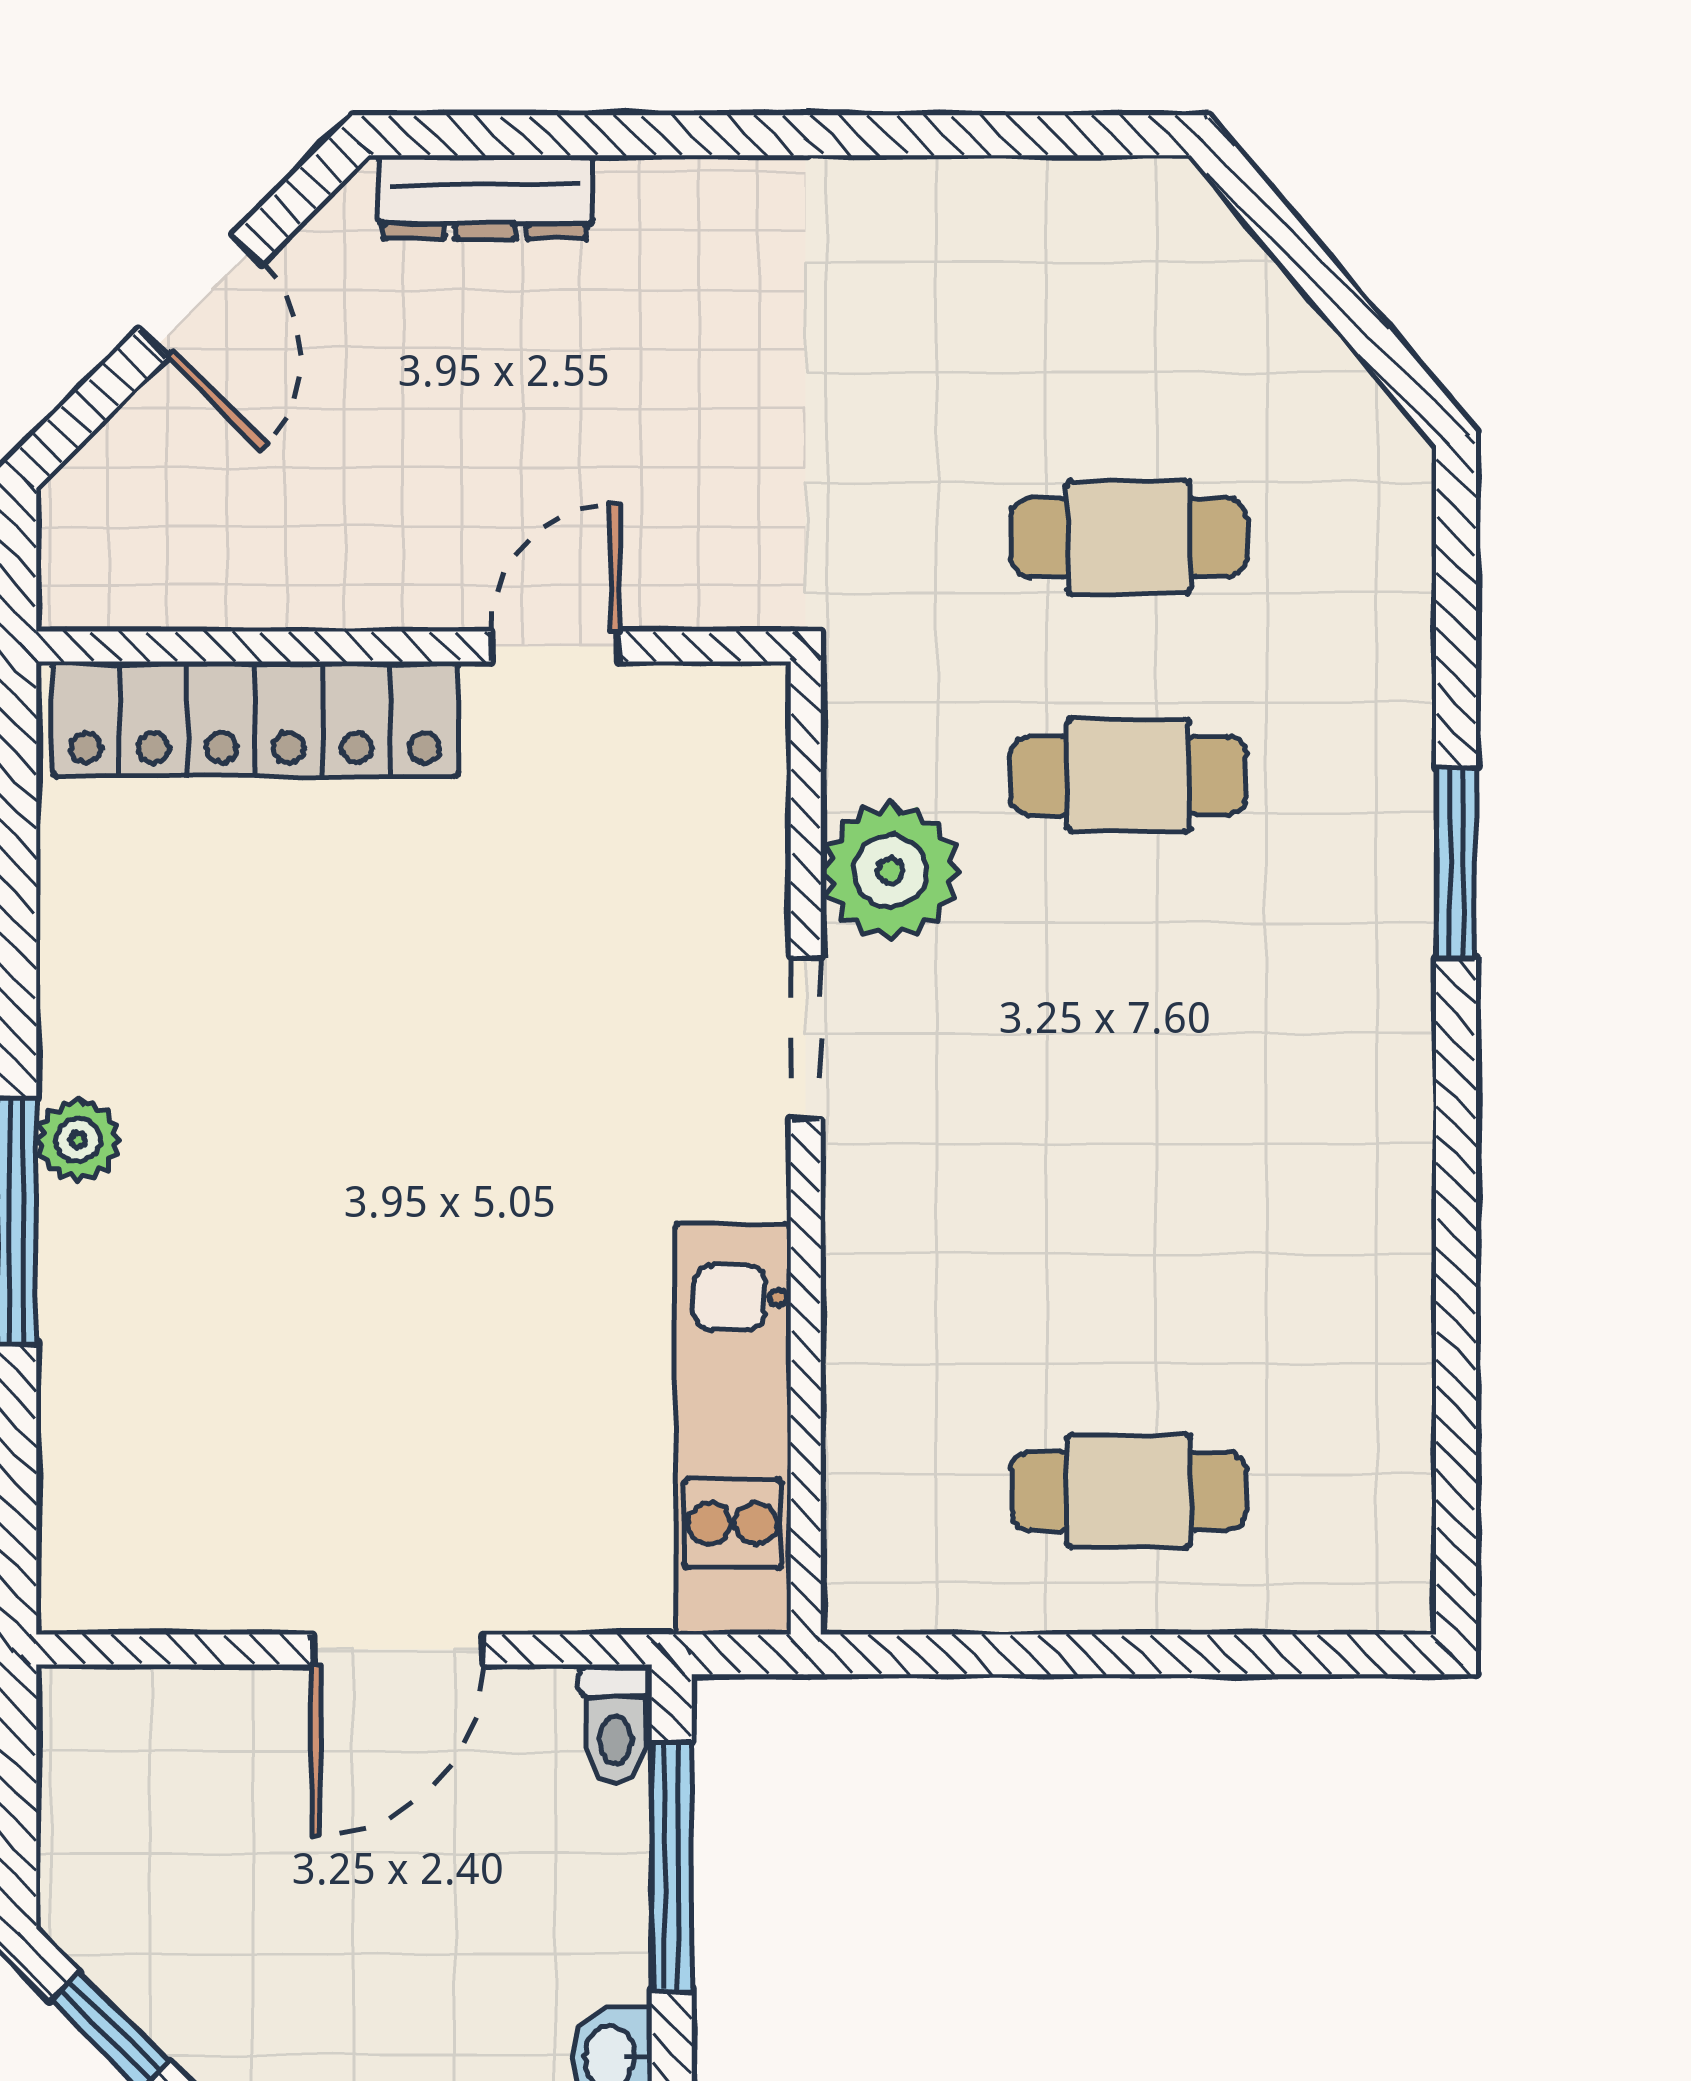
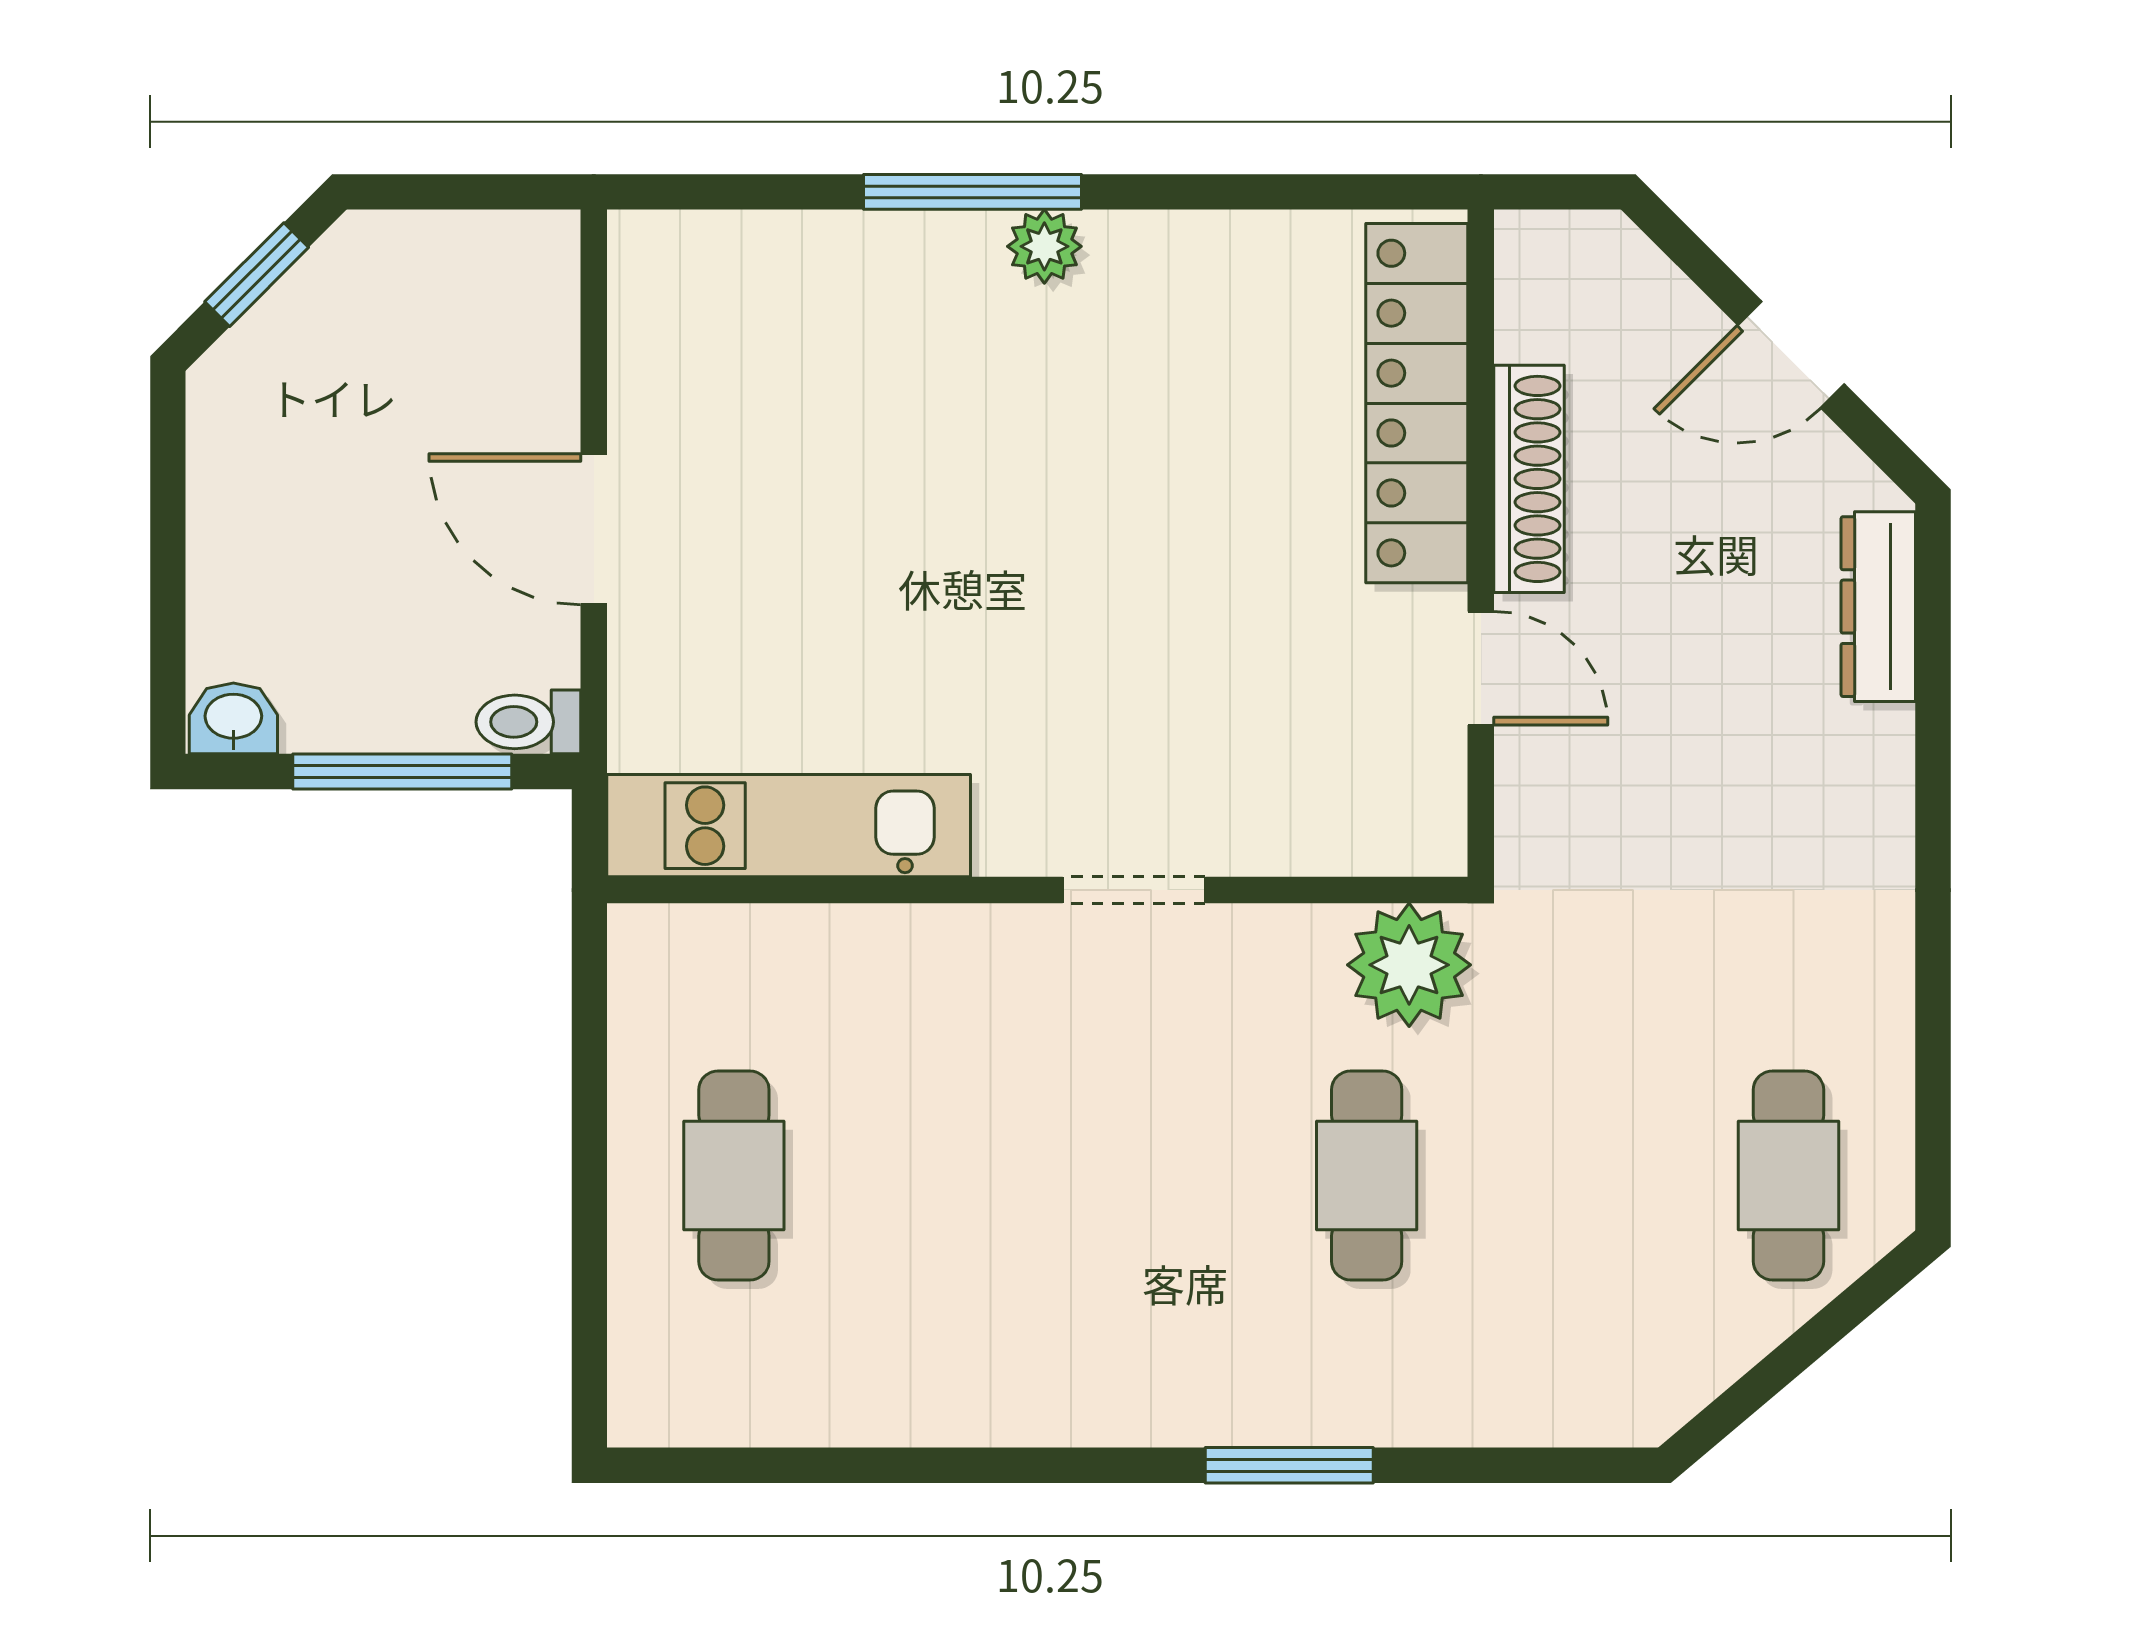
cafe table: (1128, 537) -> (1788, 1175), moved
shoe rack: (341, 592) -> (1529, 479), added
plant: (890, 871) -> (1409, 965), moved

